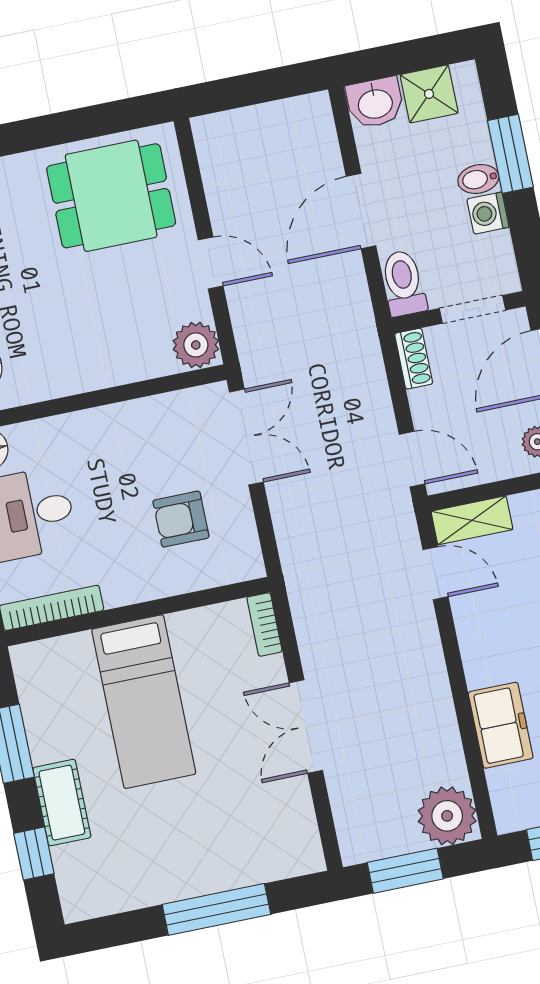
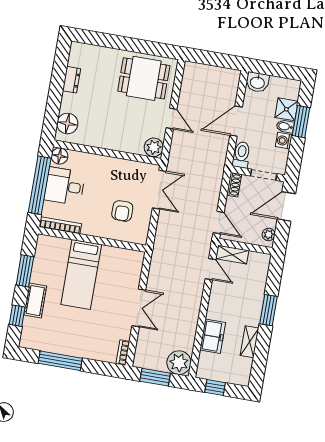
shower: (429, 94) -> (286, 109), moved
armchair: (181, 519) -> (122, 211), turned -90
bookcase: (264, 624) -> (123, 353), moved
double door: (306, 727) -> (139, 308), swing flipped
window: (216, 909) -> (60, 361), moved

